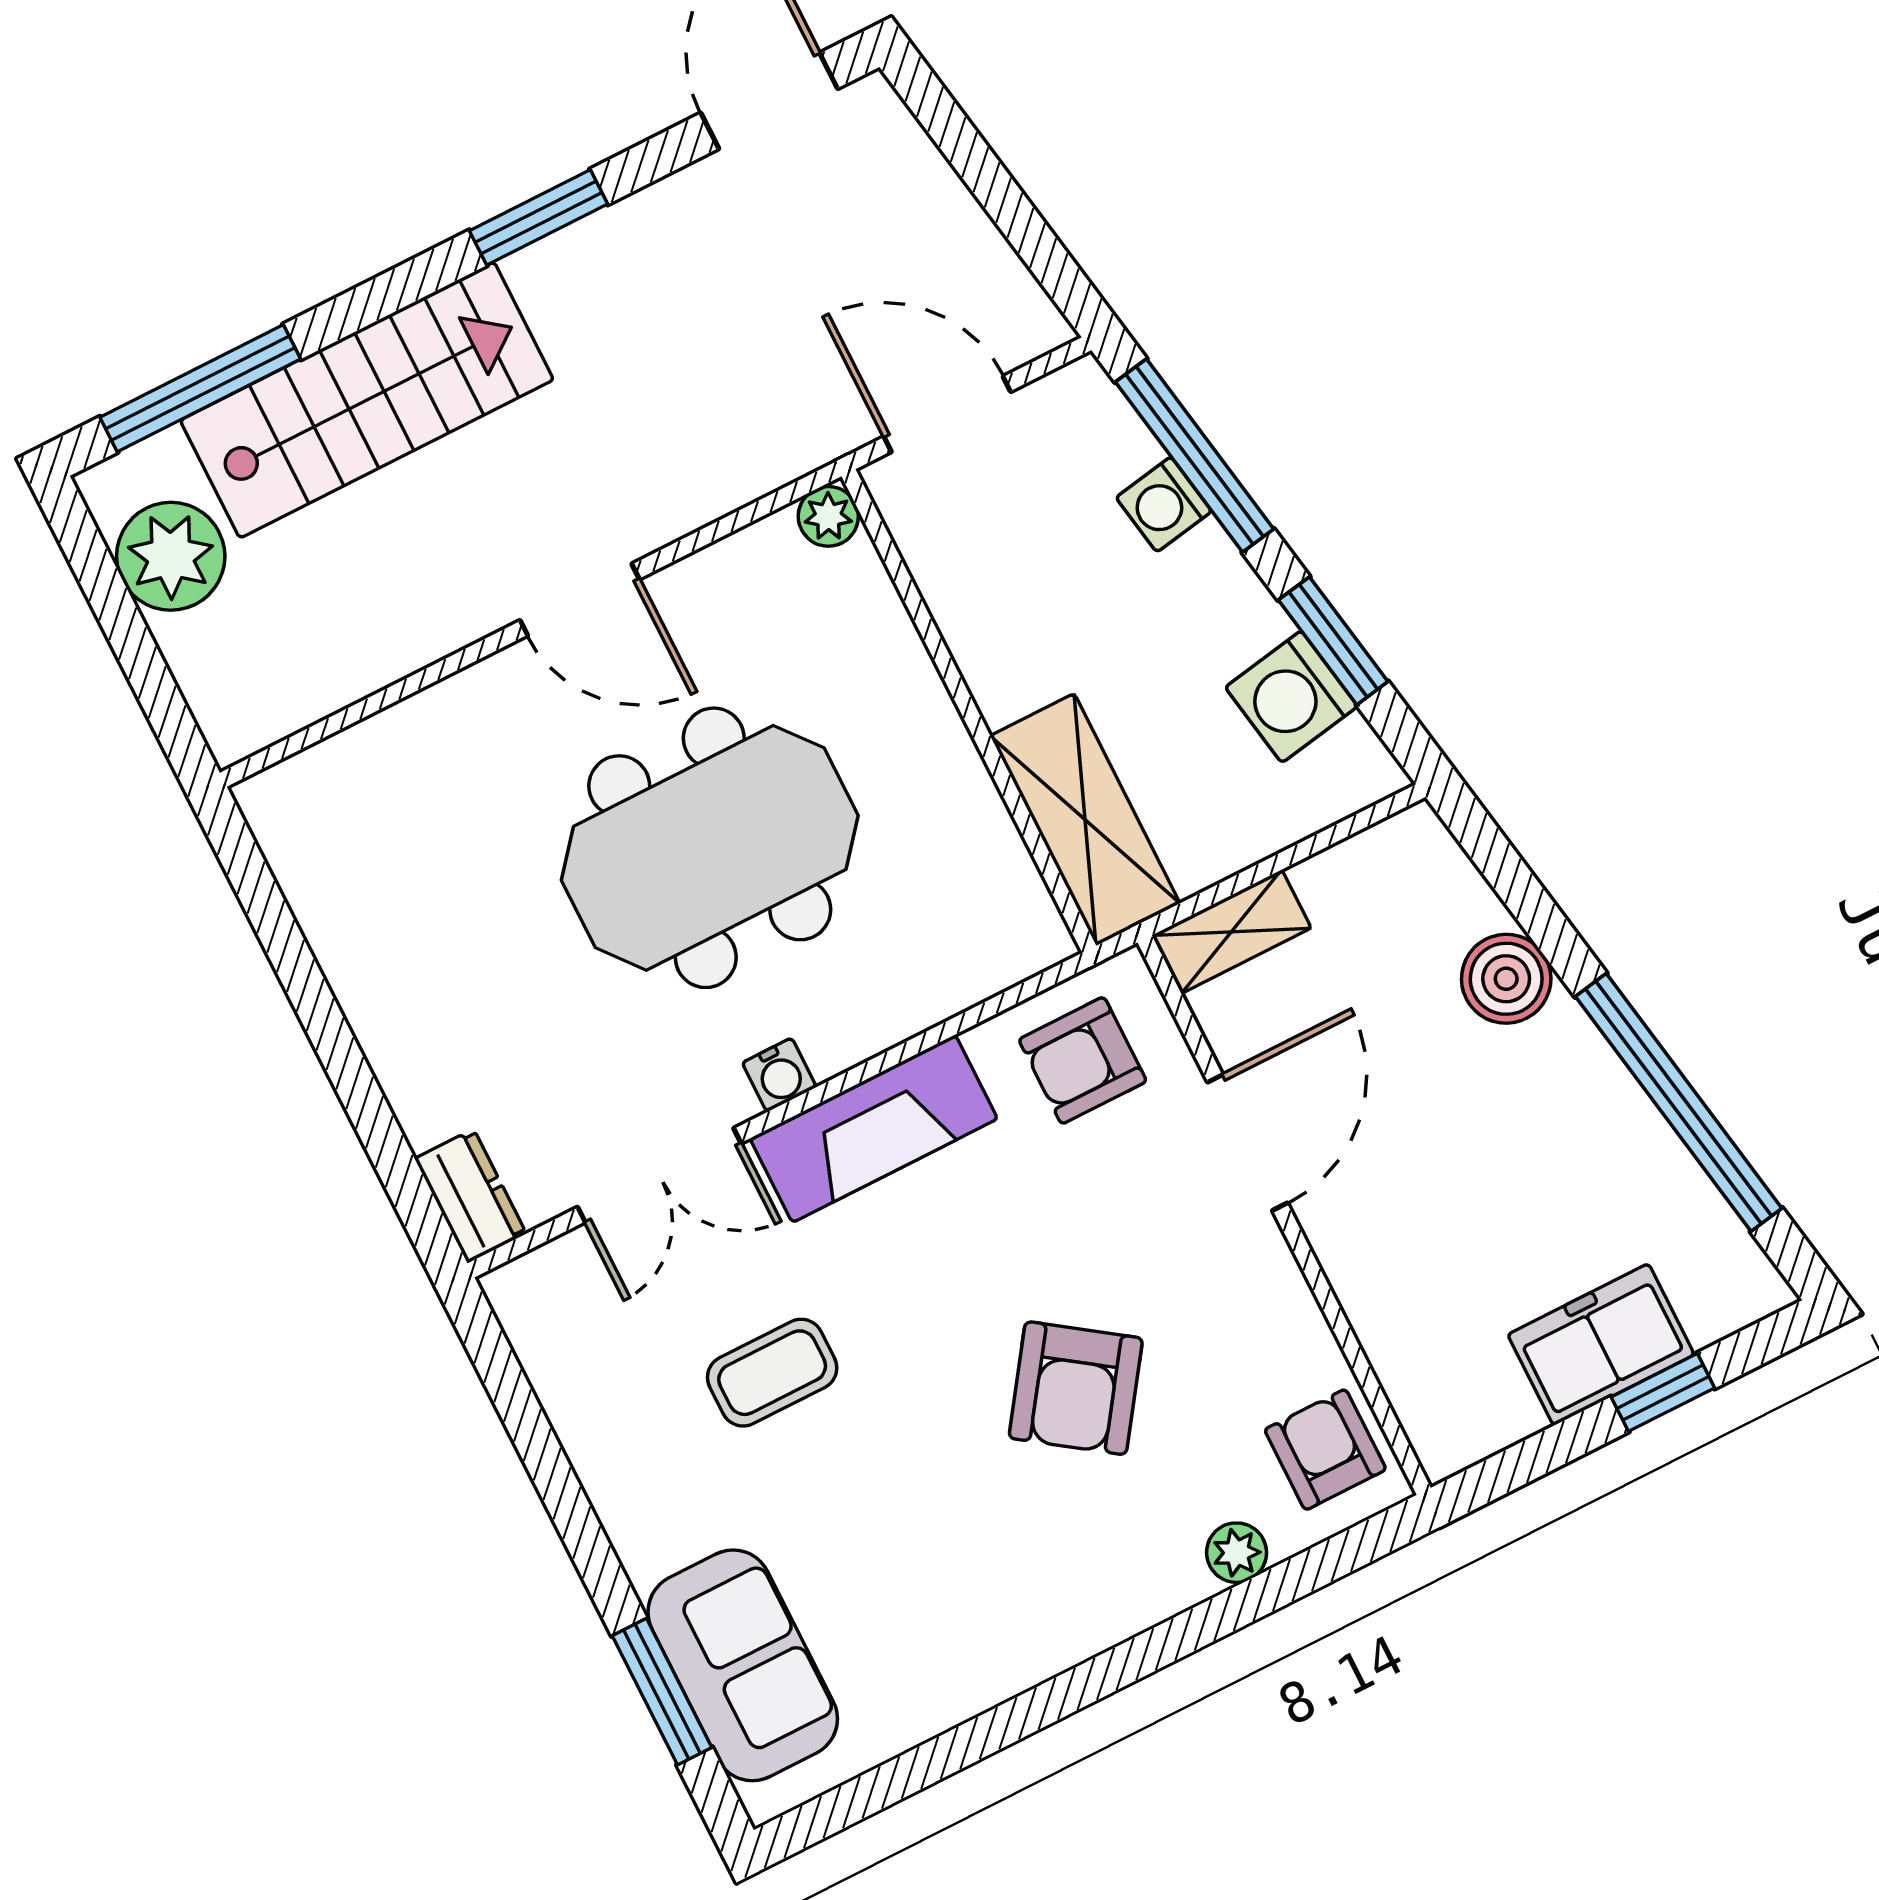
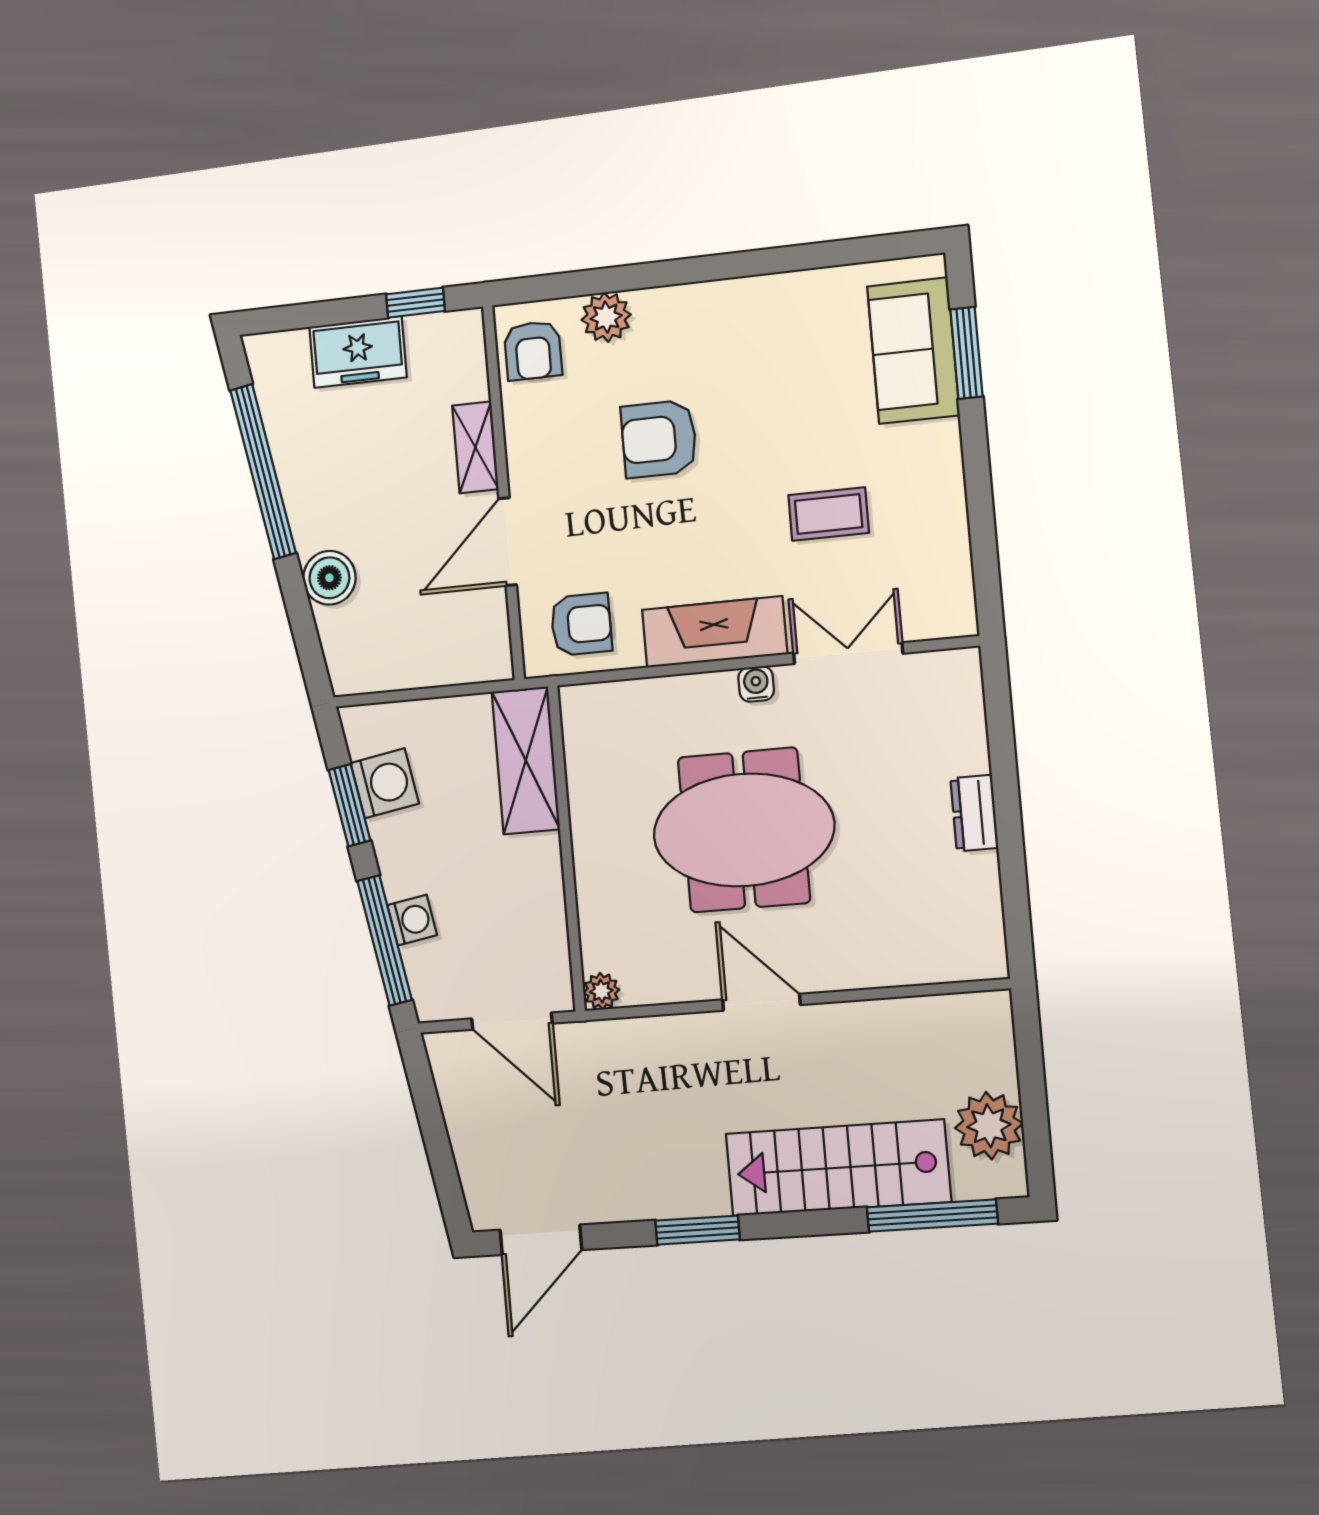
shelving: (1231, 932) -> (475, 447), moved, turned 90
dresser: (470, 1196) -> (974, 813), moved
armchair: (1076, 1388) -> (659, 439), turned -125
window: (1663, 1392) -> (415, 303), moved
plant: (1237, 1553) -> (606, 317), width x1.38, depth x1.38

